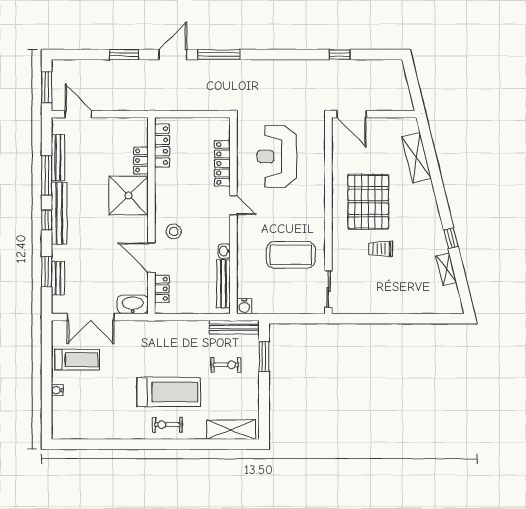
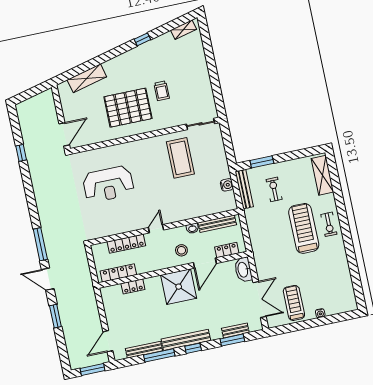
locker: (222, 163) -> (126, 244), moved
shower: (129, 196) -> (179, 287), moved
door: (233, 205) -> (156, 229), moved
wall: (233, 216) -> (164, 227), moved
washbasin: (224, 251) -> (192, 228), moved
shelving: (446, 269) -> (184, 30), moved
bench: (224, 284) -> (217, 224), moved

